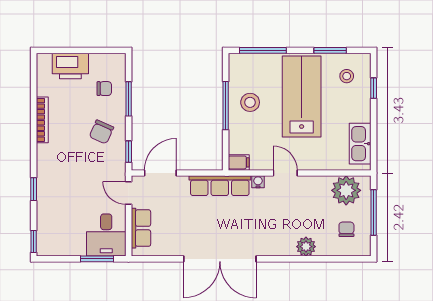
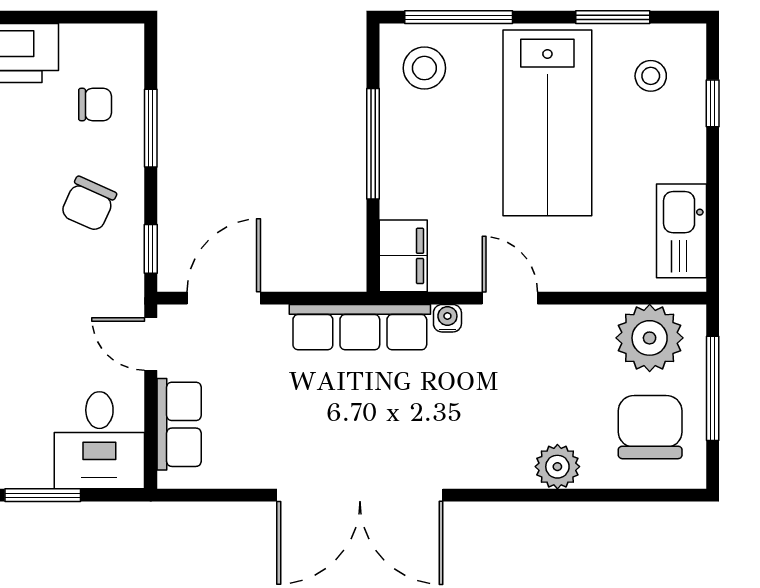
lab bench: (302, 97) -> (547, 123), turned 180
stool: (250, 102) -> (424, 68), moved
filing cabinet: (239, 162) -> (403, 256), width x2.00
chair: (346, 229) -> (650, 427), width x1.87, depth x1.87
window: (97, 259) -> (43, 495), moved

